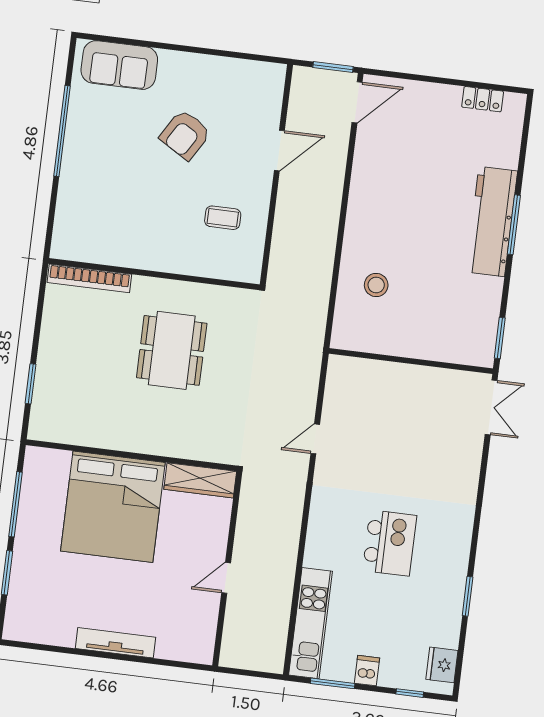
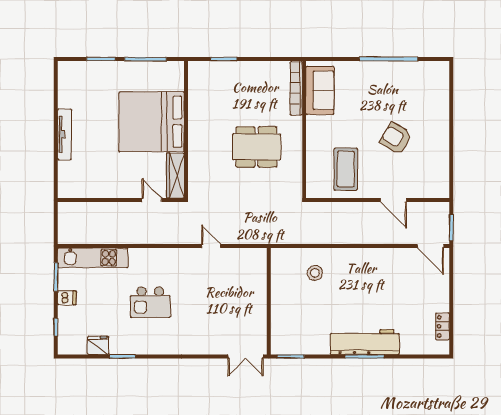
sofa: (119, 65) -> (320, 90), moved, turned 180
coffee table: (223, 218) -> (346, 169), width x1.86, depth x1.72
door: (226, 578) -> (152, 200), moved
fridge: (442, 665) -> (98, 345), moved

